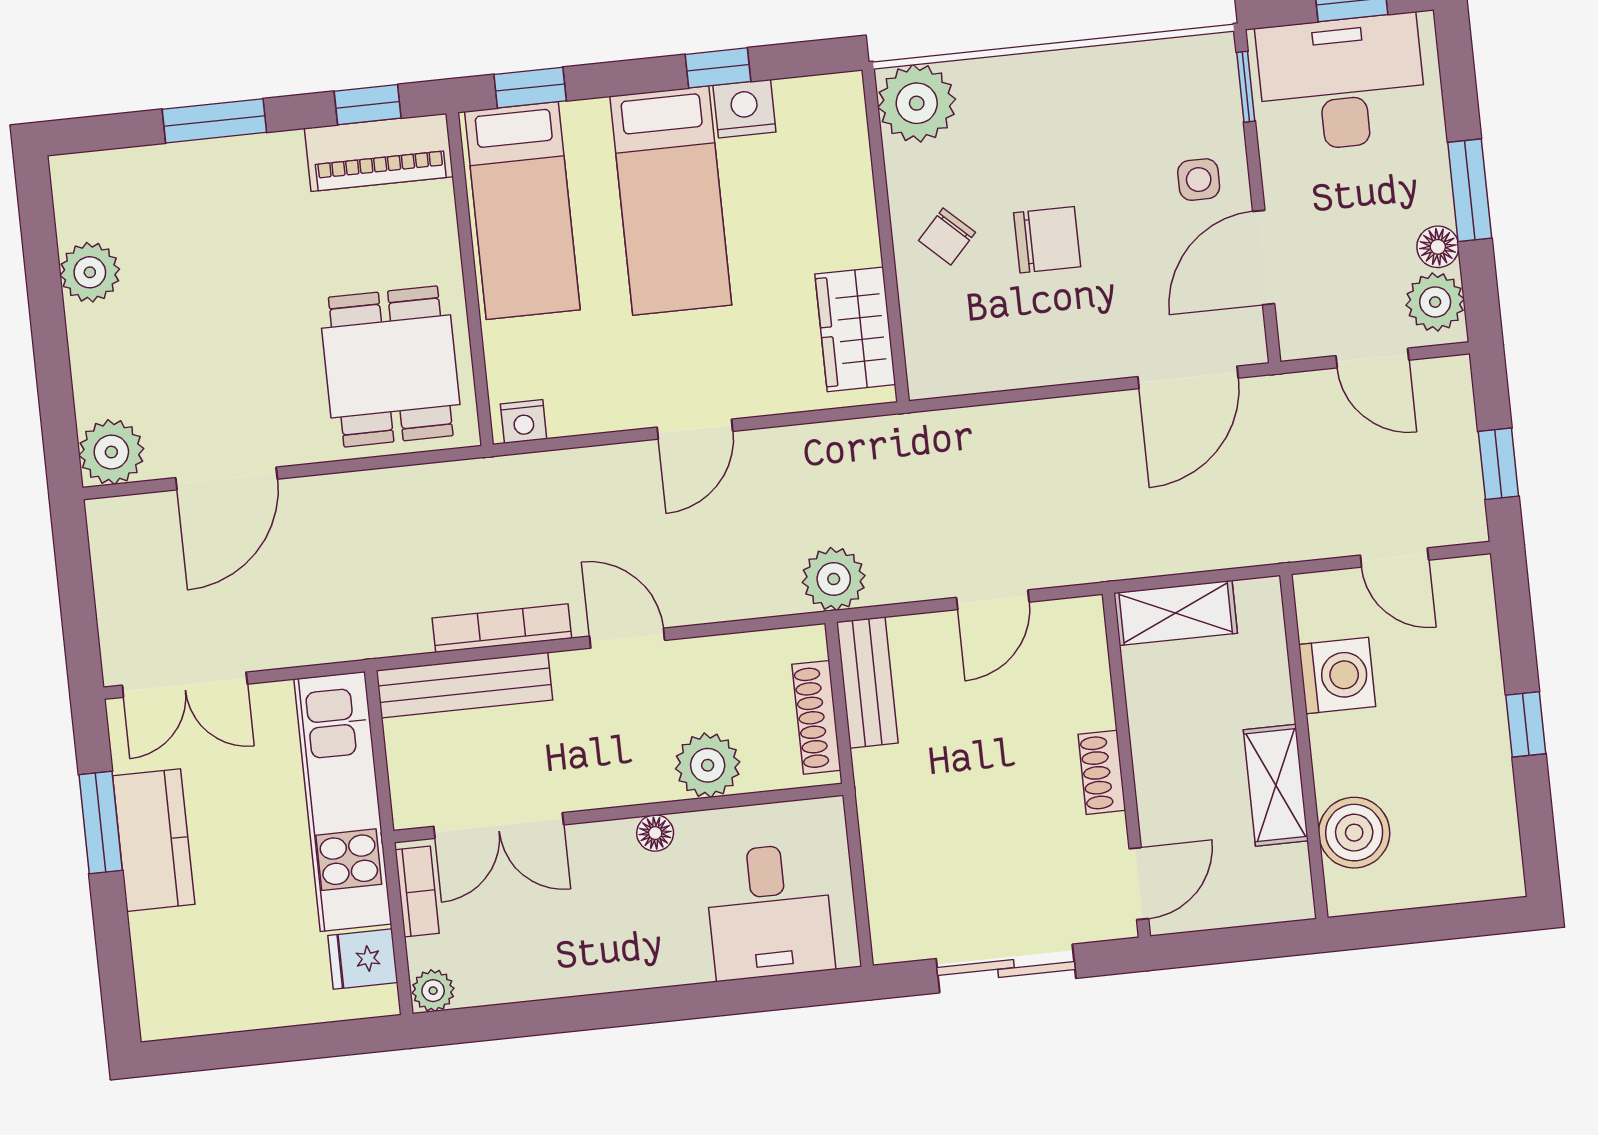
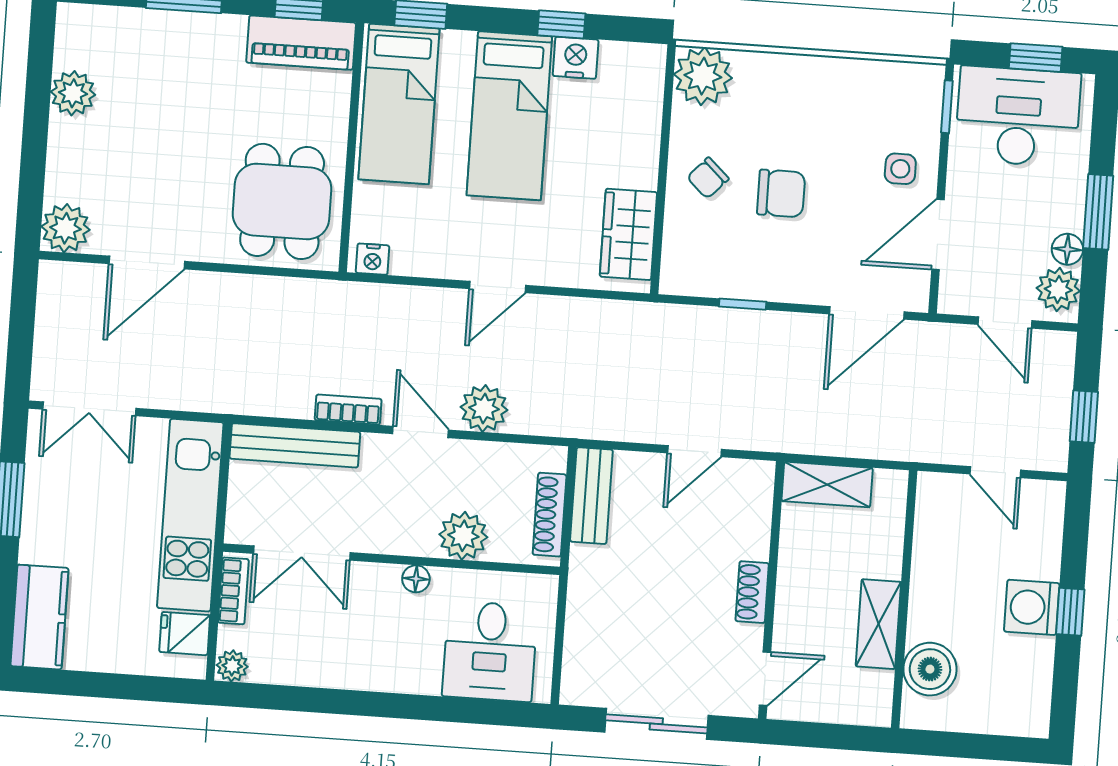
window: (1022, 395) -> (743, 304), added
plant: (834, 579) -> (484, 408), moved
bookcase: (502, 628) -> (348, 410), width x0.64
washing machine: (1337, 676) -> (1032, 607), moved, turned 180
kitchen counter: (154, 840) -> (39, 617), moved

